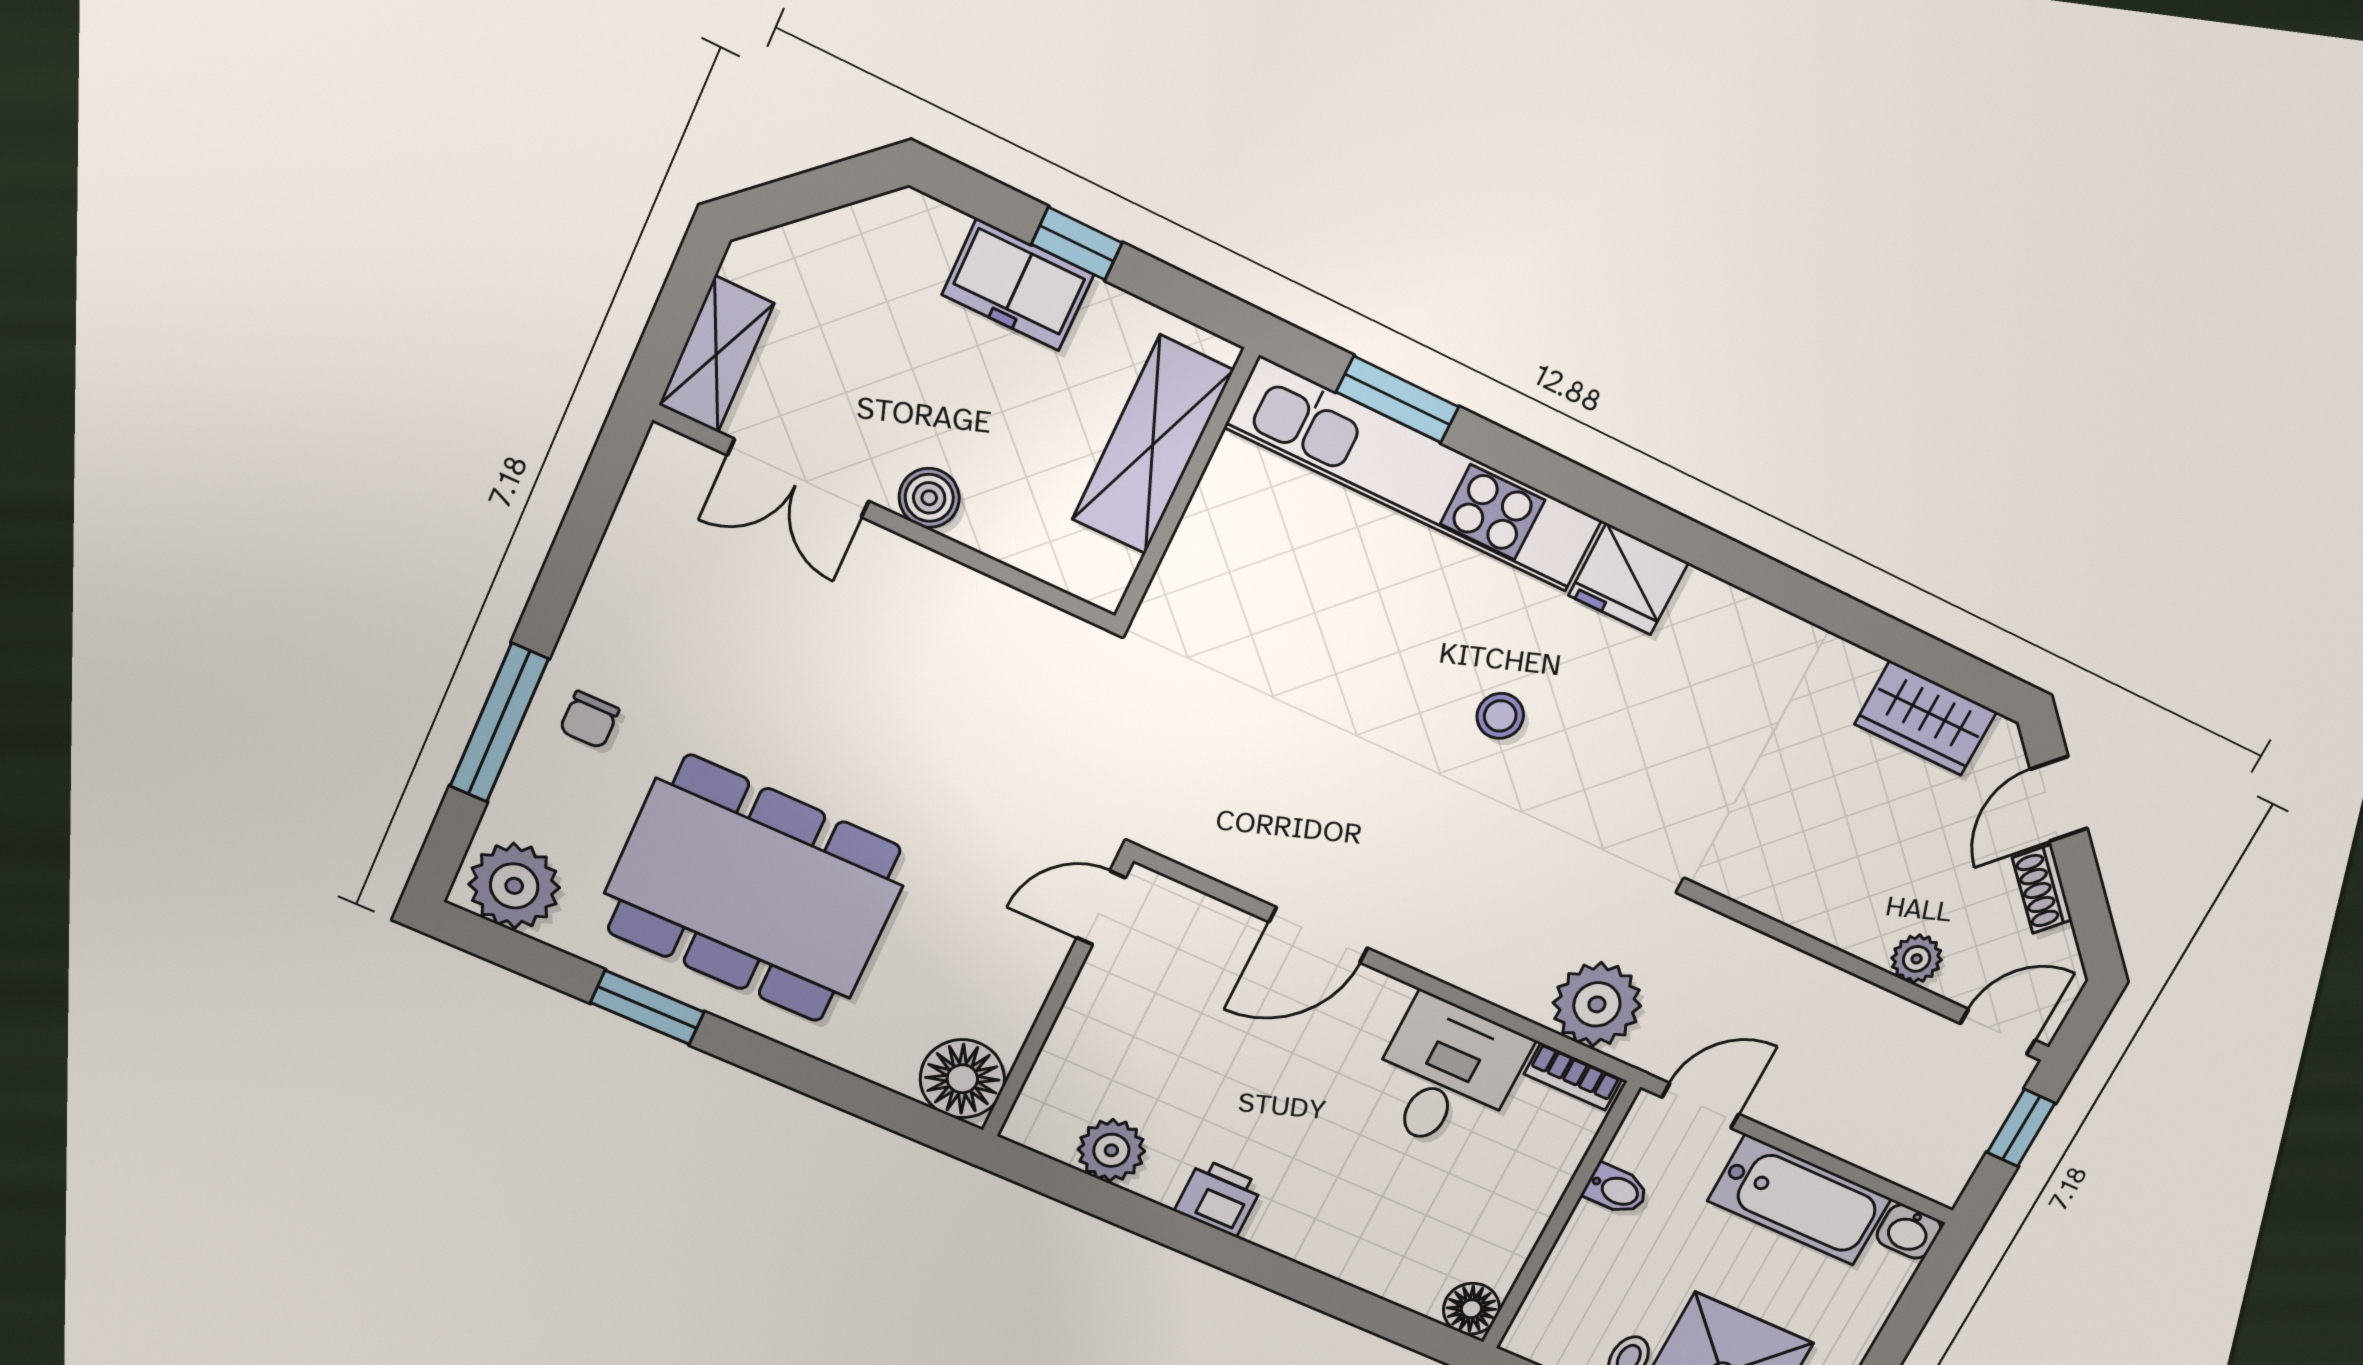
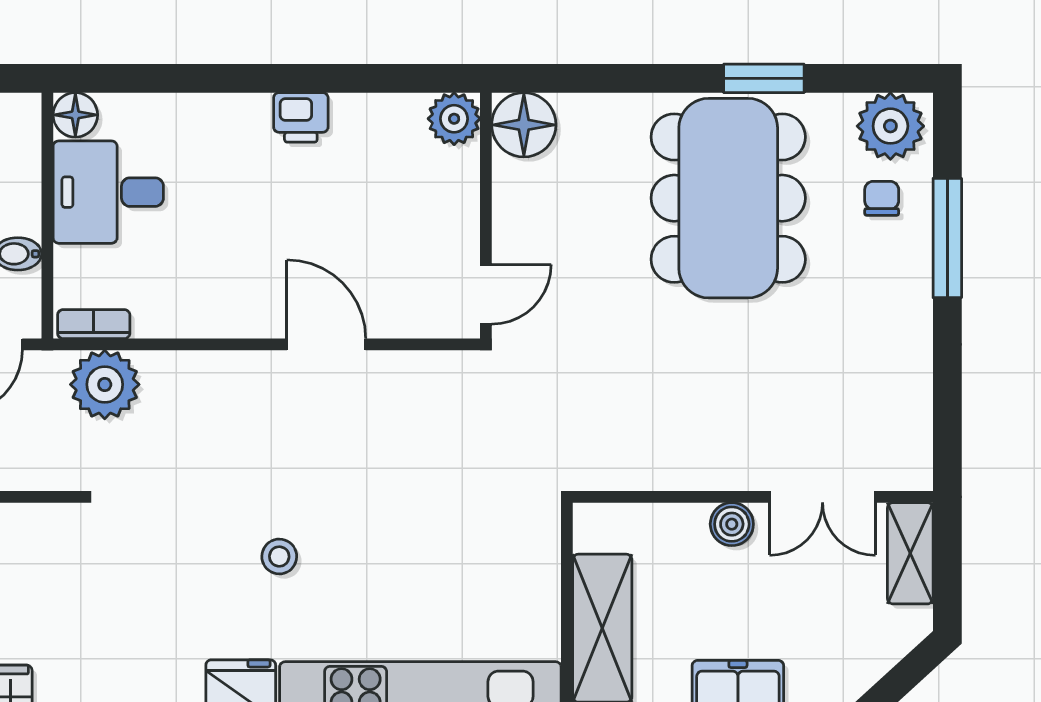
double door: (798, 478) -> (823, 497), swing flipped
chair: (589, 720) -> (882, 198), moved
dining table: (754, 889) -> (728, 198), turned 90
door: (1318, 935) -> (326, 344), hinge flipped
desk: (1446, 1075) -> (108, 192), moved, turned 90
plant: (1111, 1150) -> (454, 119), moved

